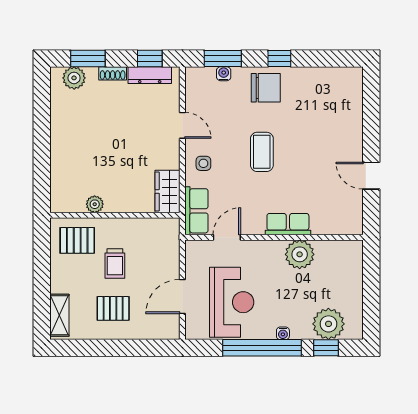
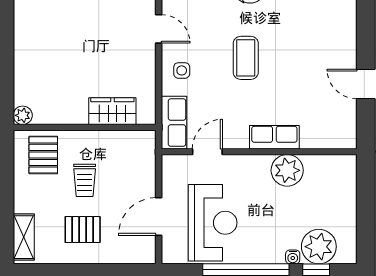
wardrobe: (168, 191) -> (112, 111), moved, turned 90
plant: (95, 204) -> (23, 115), moved
pallet: (77, 240) -> (43, 155), turned 90
water cooler: (283, 333) -> (293, 257), moved

